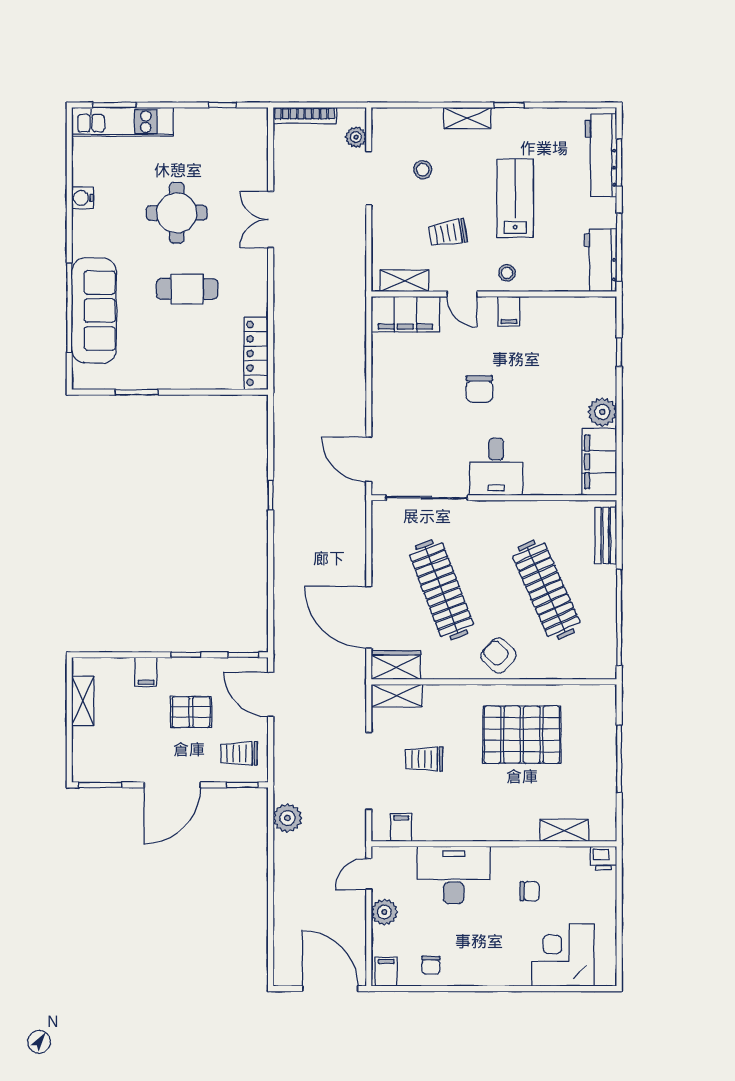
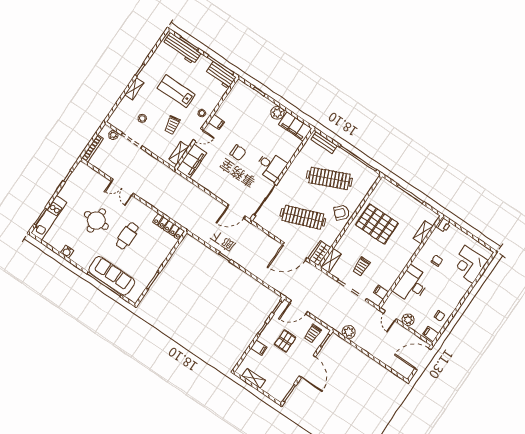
pallet: (522, 735) -> (377, 224), turned 90

